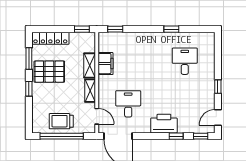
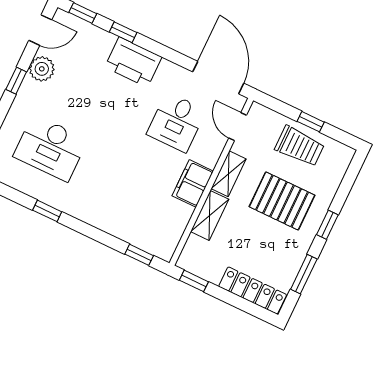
desk: (185, 61) -> (50, 148), width x1.37
filing cabinet: (106, 64) -> (193, 183), moved
pallet: (49, 72) -> (282, 201), moved
plant: (208, 99) -> (42, 69), added
window: (62, 136) -> (311, 122), width x0.32

